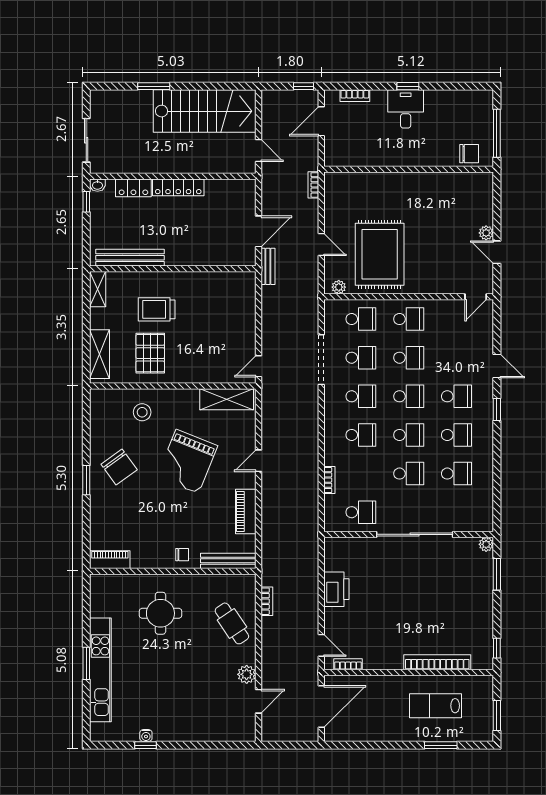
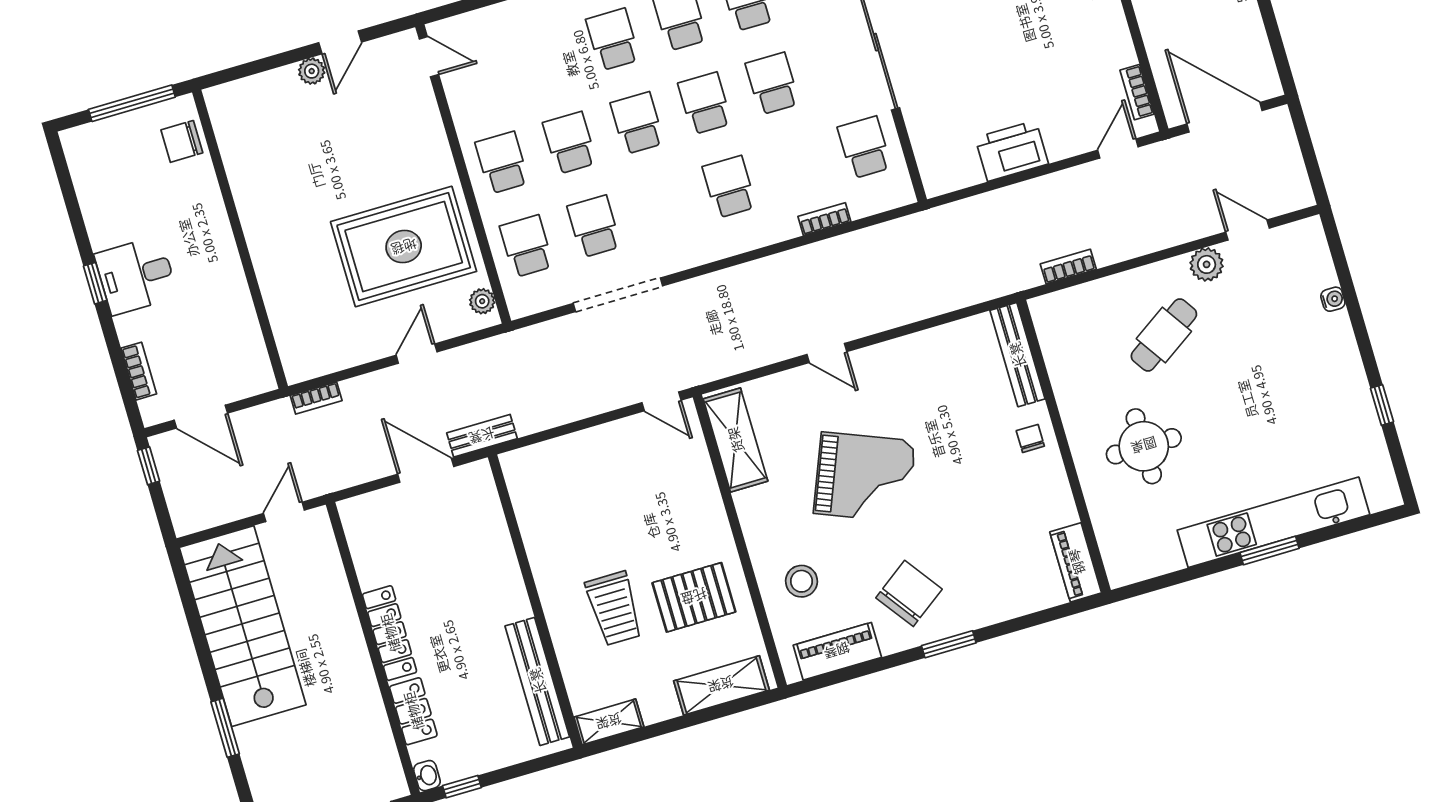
chair: (469, 154) -> (182, 141), turned -90
school desk: (361, 396) -> (662, 207), removed
piano: (246, 511) -> (837, 651), moved, turned 180
cafe table: (232, 623) -> (1164, 335), moved
water cooler: (146, 736) -> (1333, 299), moved

